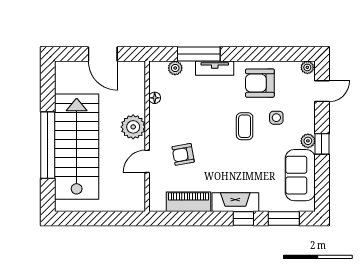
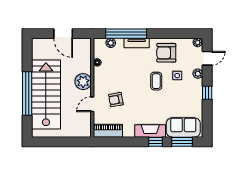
window: (199, 54) -> (126, 34), width x1.46
plant: (308, 141) -> (198, 74), moved
sofa: (300, 175) -> (183, 128), moved, turned 90
piano: (189, 202) -> (108, 131), moved

